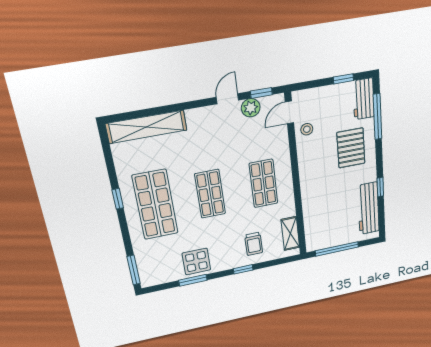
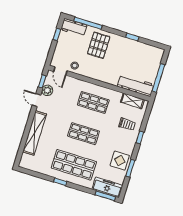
shelving: (146, 127) -> (35, 133), moved
pallet: (351, 148) -> (99, 45), turned 90
workbench: (368, 208) -> (136, 85), moved, turned 180
freezer: (148, 266) -> (107, 187), added

